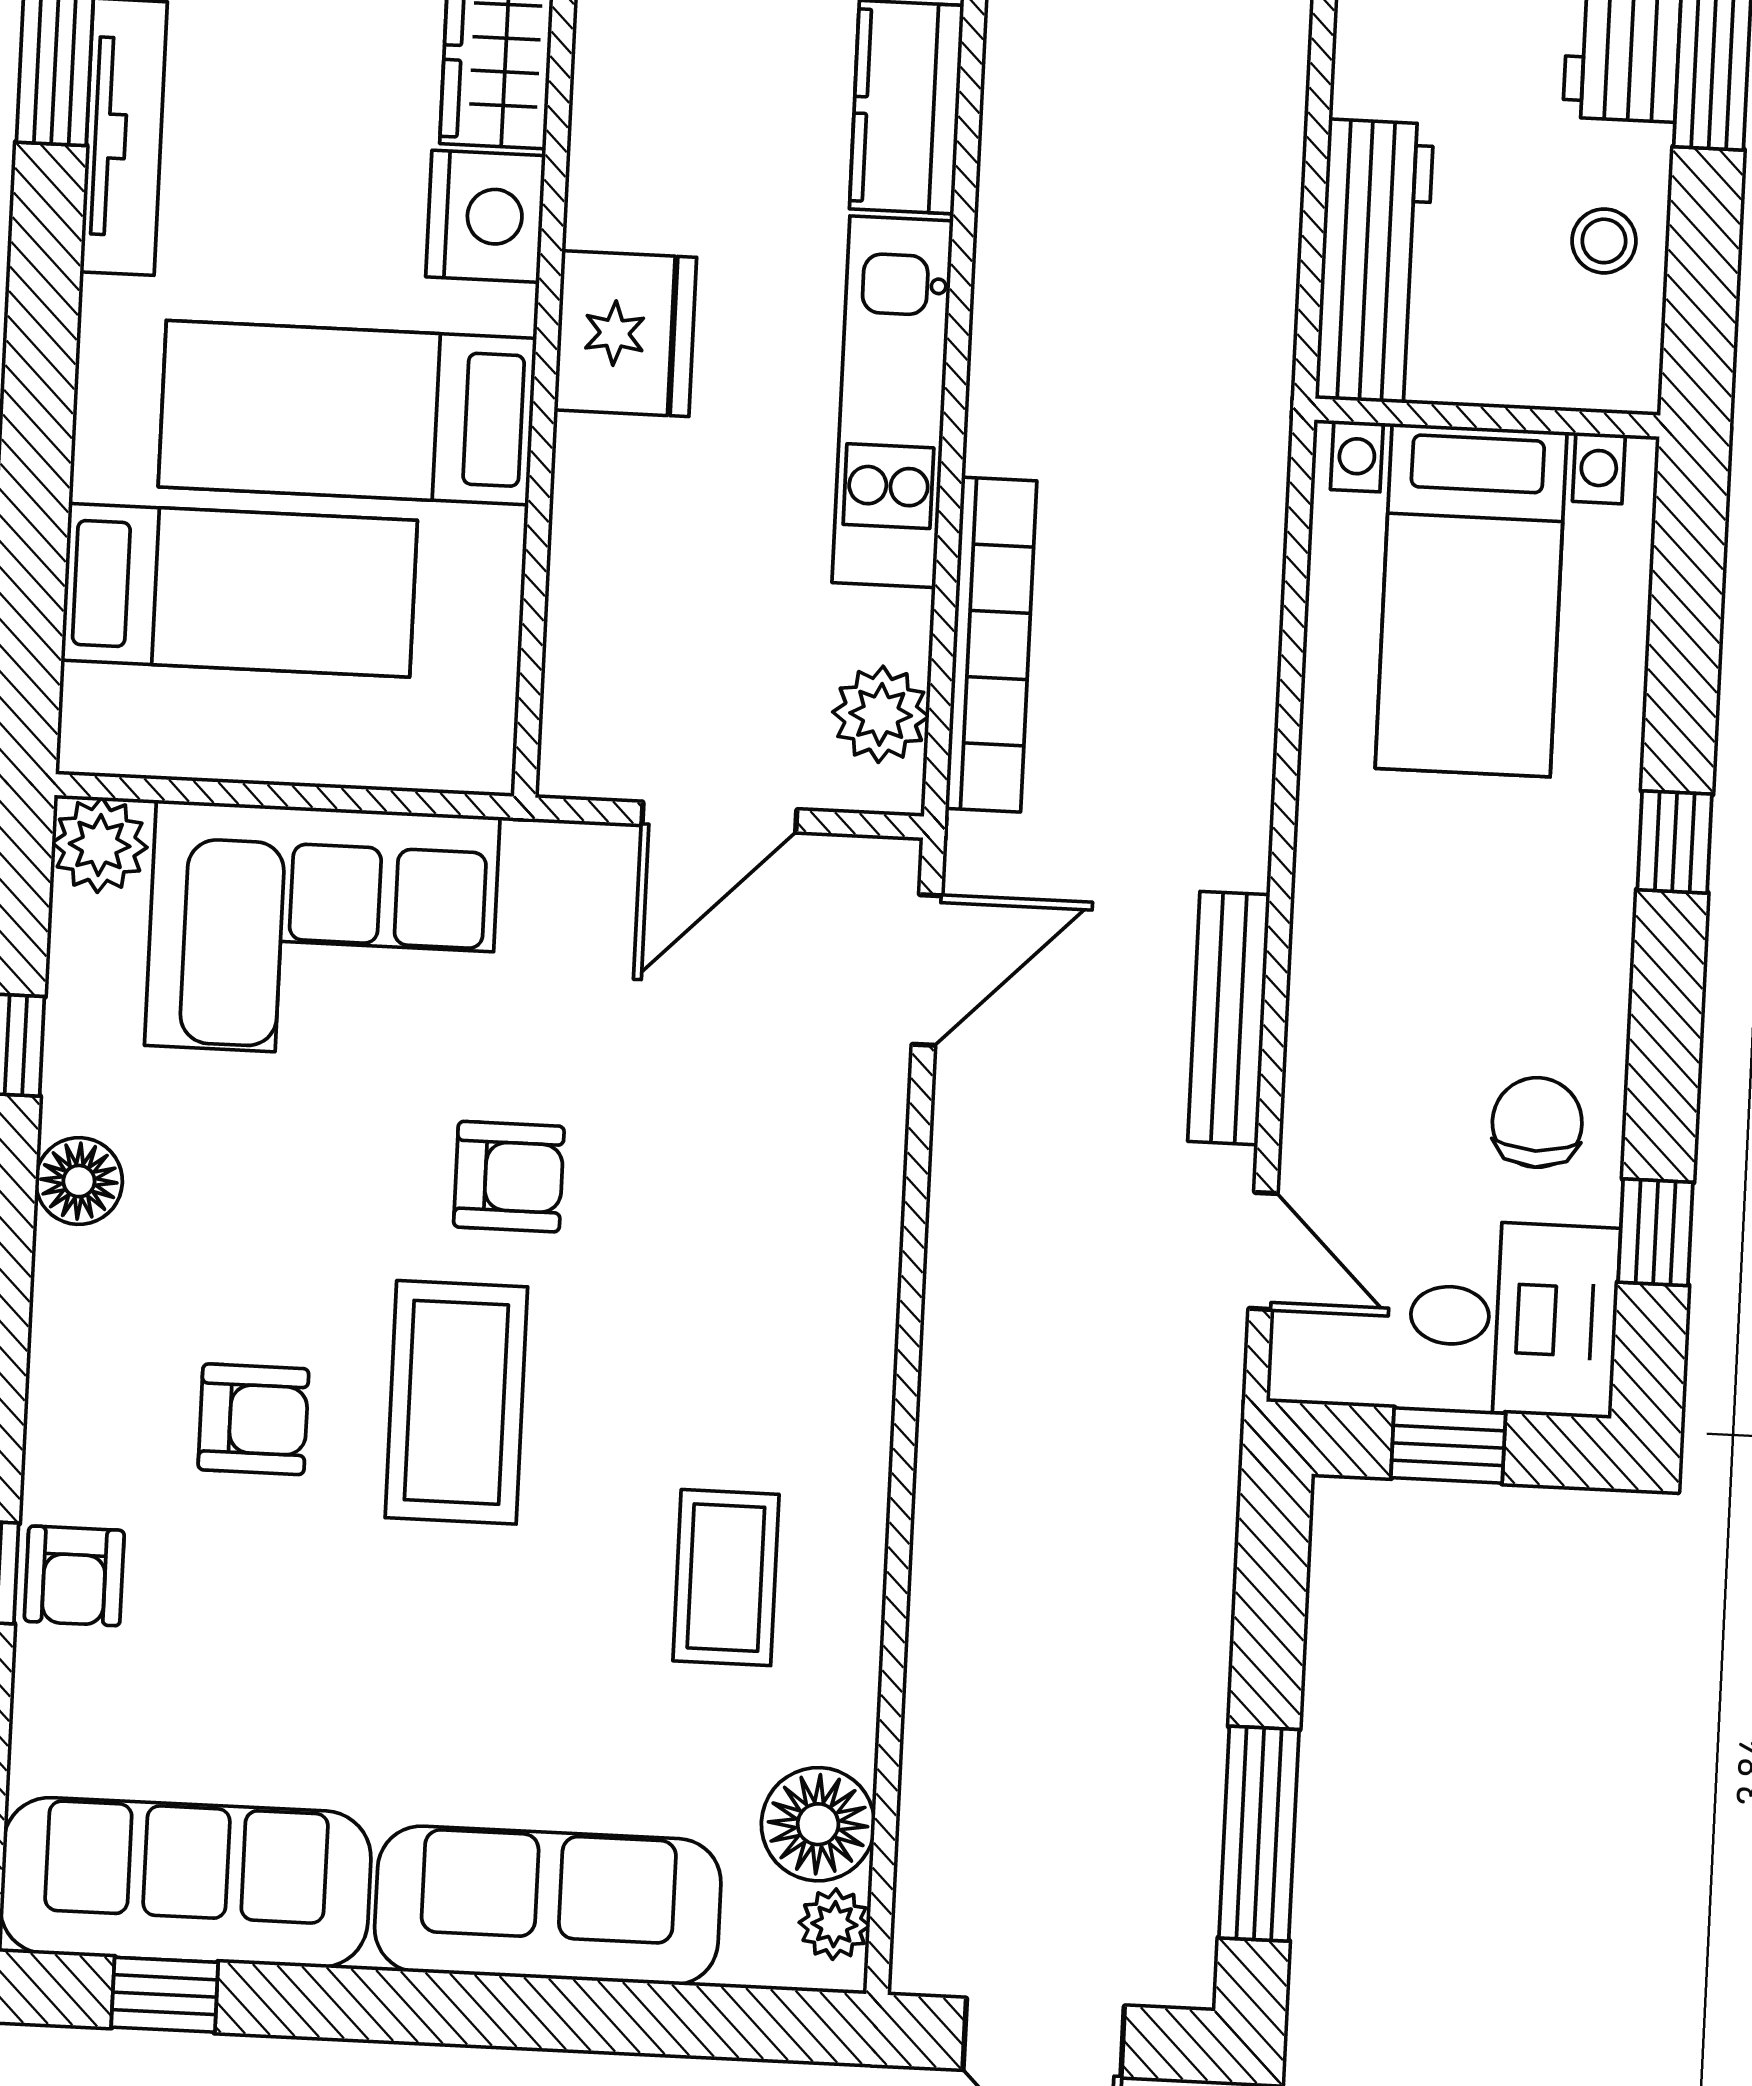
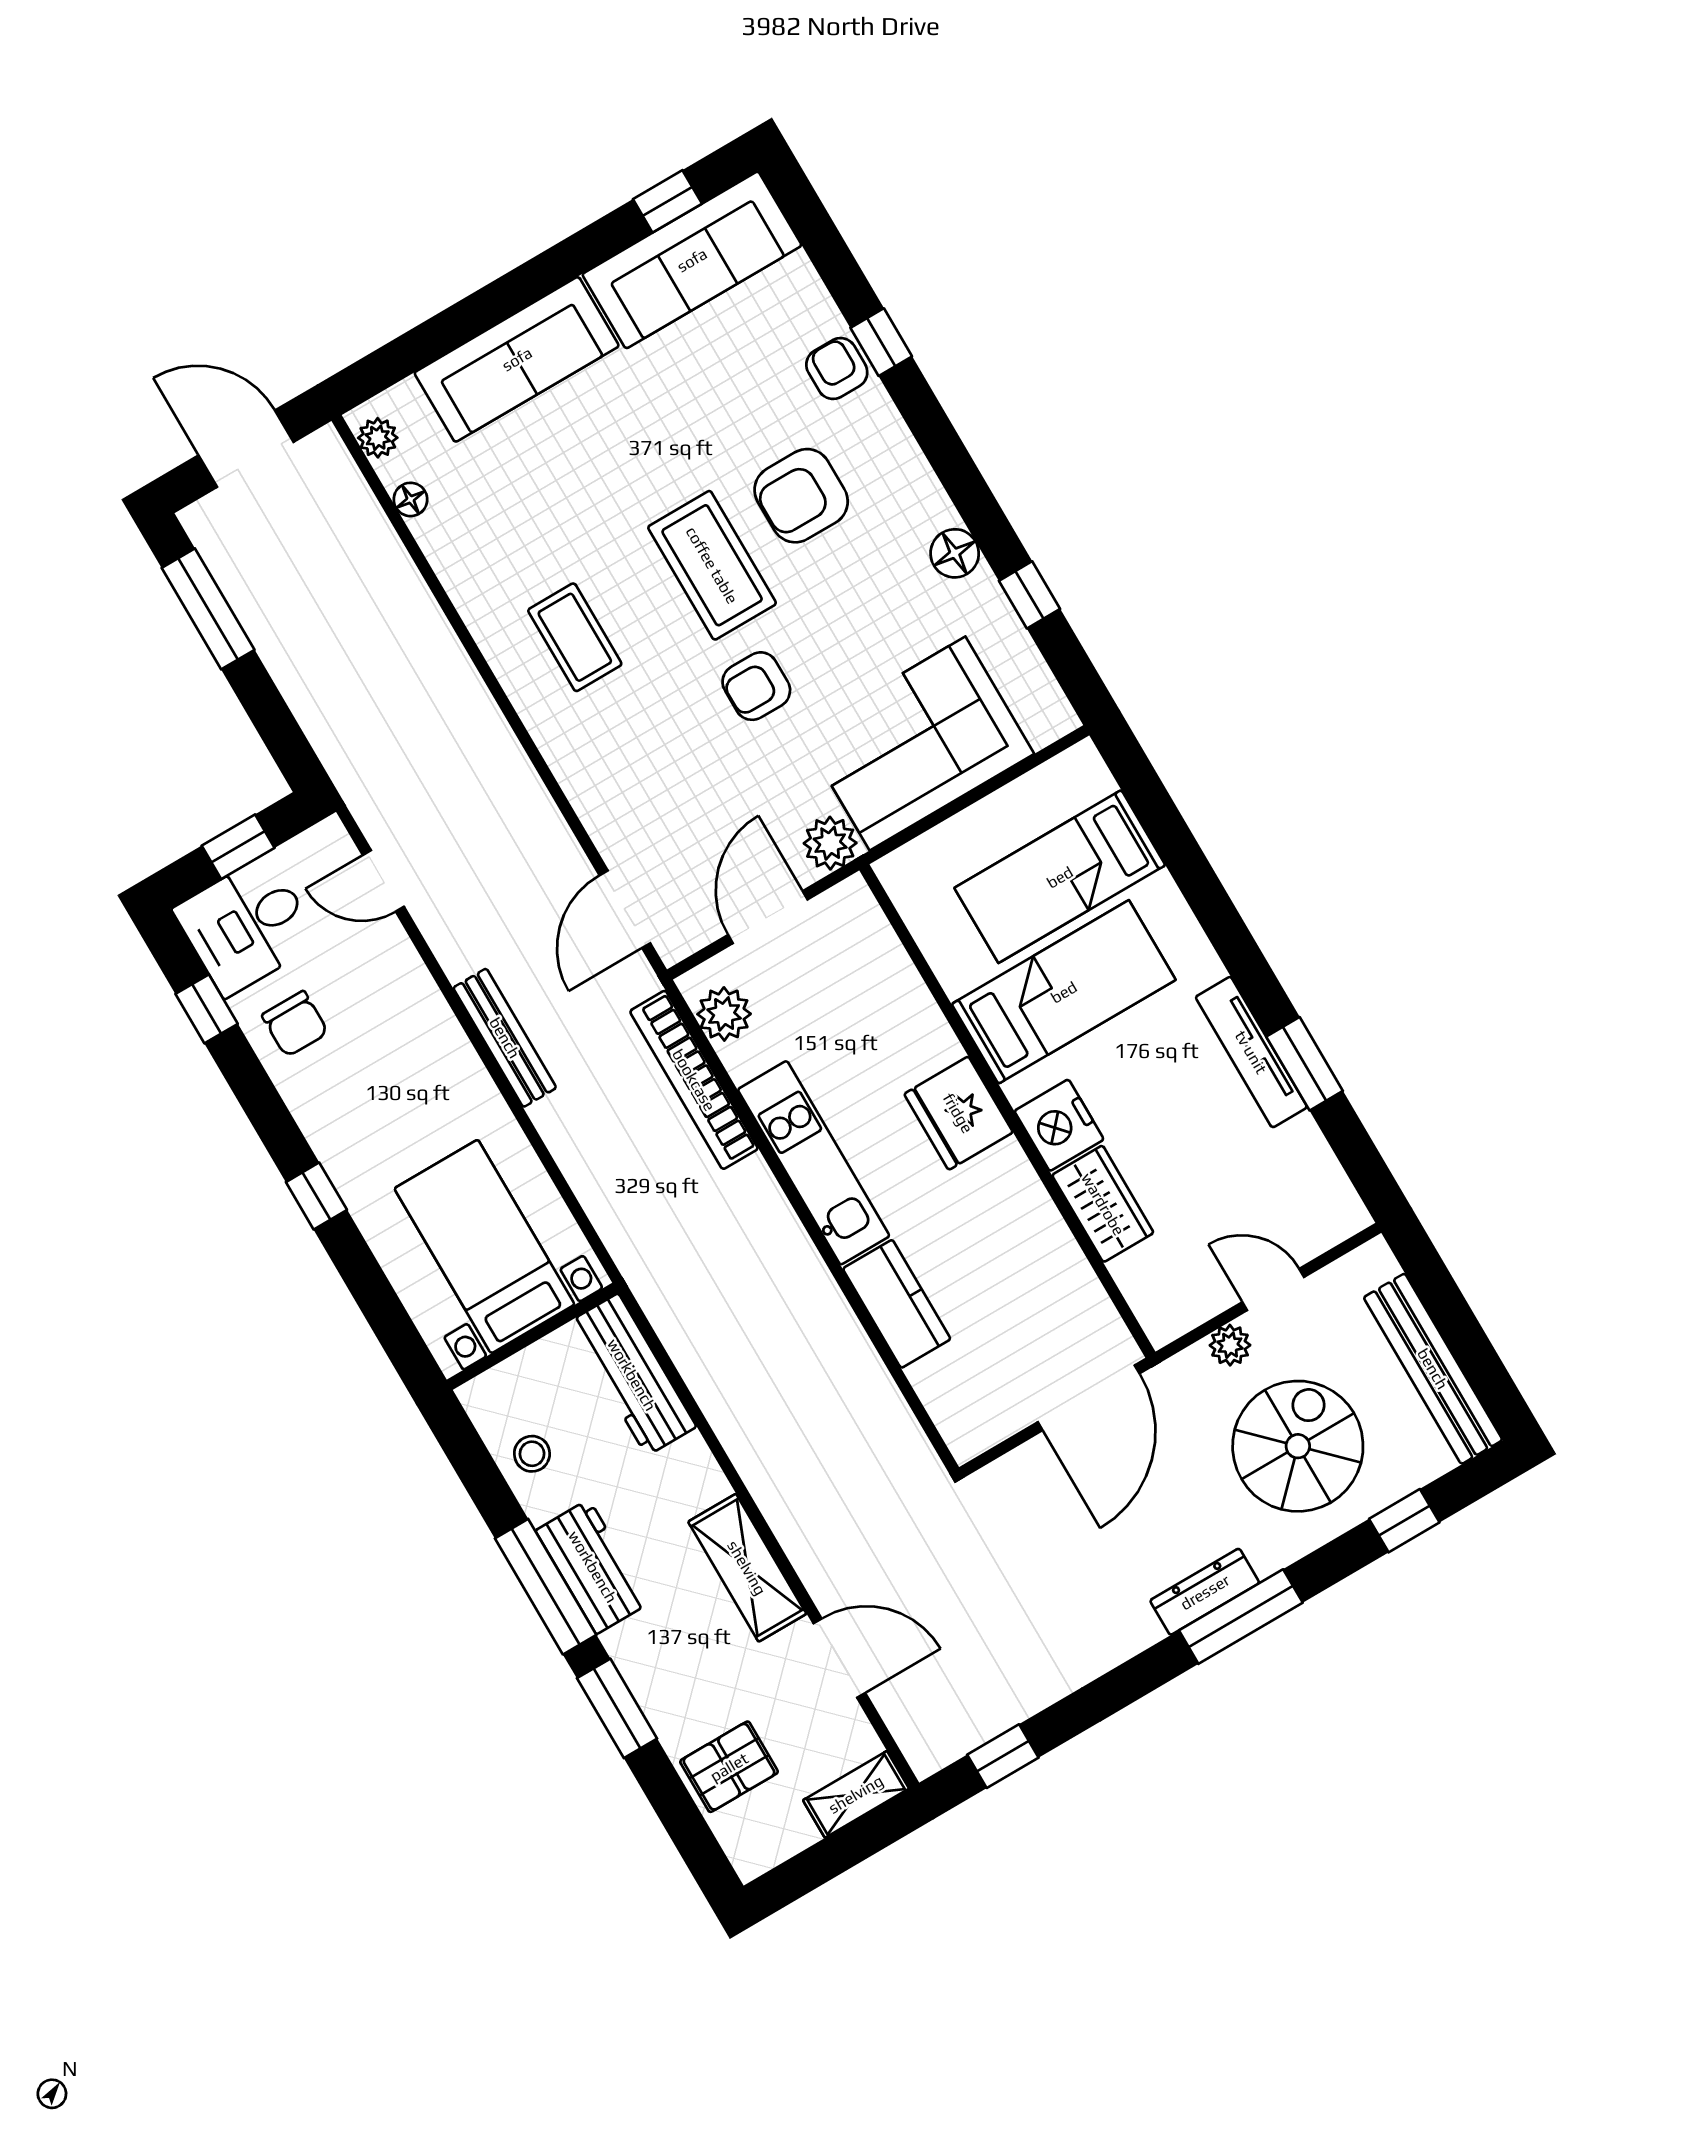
plant: (100, 845) -> (830, 843), moved
bench: (1229, 1018) -> (505, 1038), moved
armchair: (253, 1419) -> (801, 496), width x1.38, depth x1.38
coffee table: (726, 1578) -> (575, 637), moved
floor lamp: (818, 1824) -> (410, 499), width x0.53, depth x0.53

